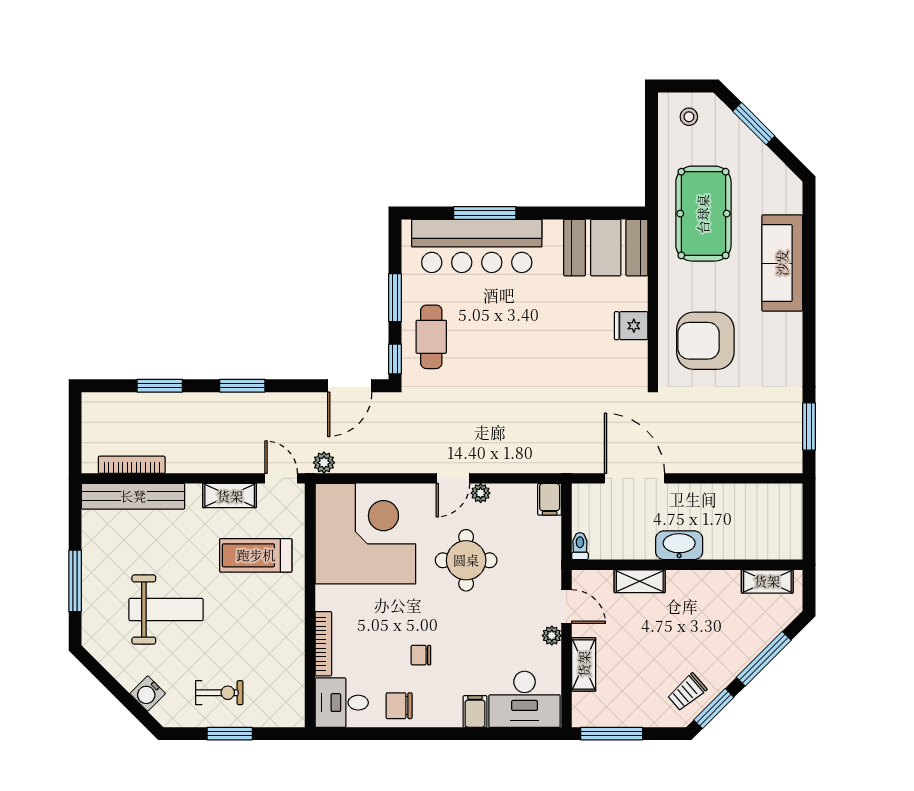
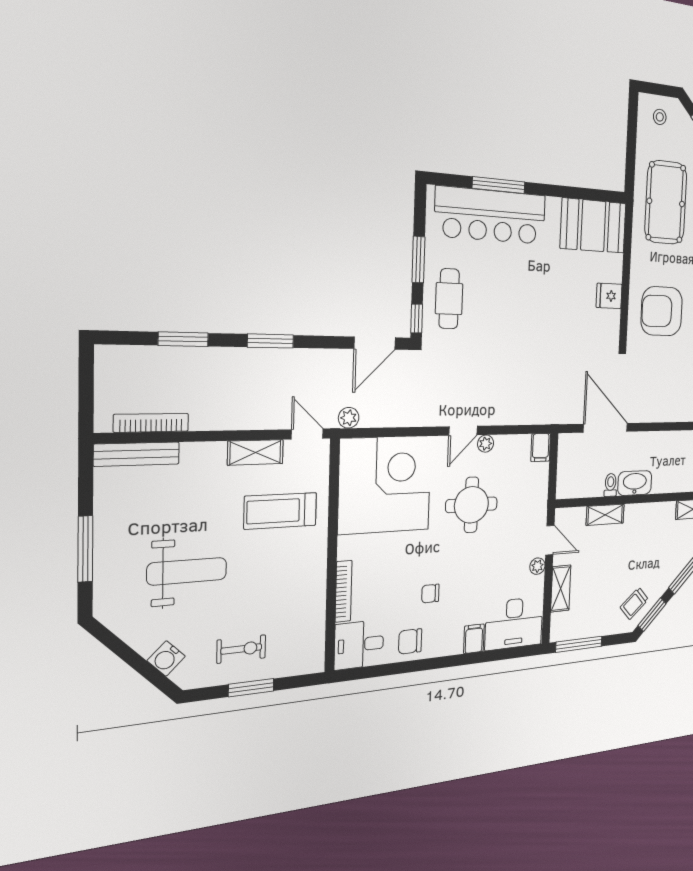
bench: (133, 496) -> (137, 454), width x0.73, depth x0.82
toilet: (580, 546) -> (611, 485), moved

